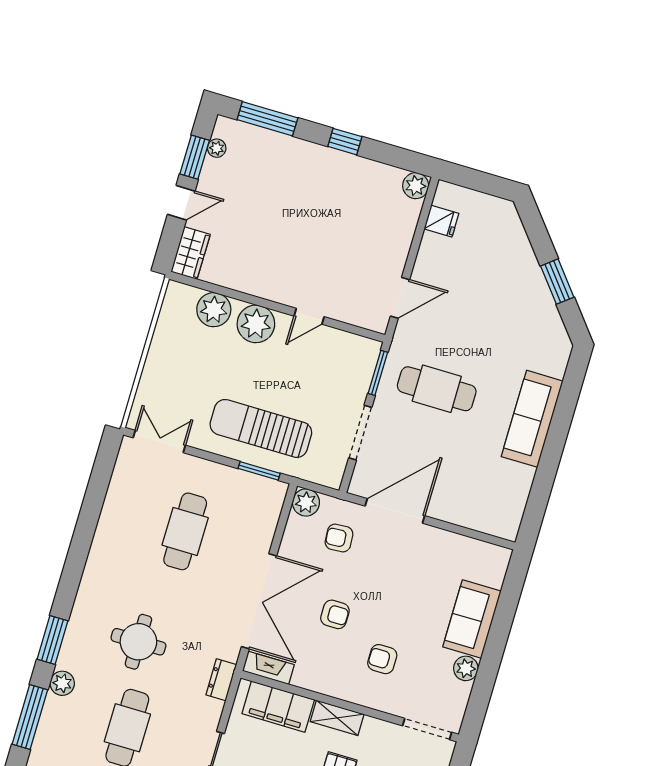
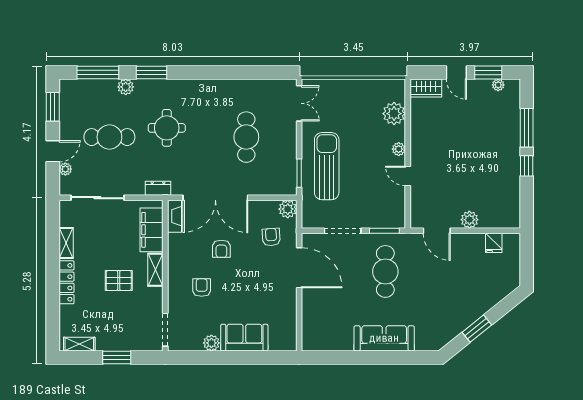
window: (267, 119) -> (527, 128), moved
plant: (416, 186) -> (469, 220), moved
plant: (256, 324) -> (399, 149), width x0.53, depth x0.53
cafe table: (185, 531) -> (246, 137), turned 90

